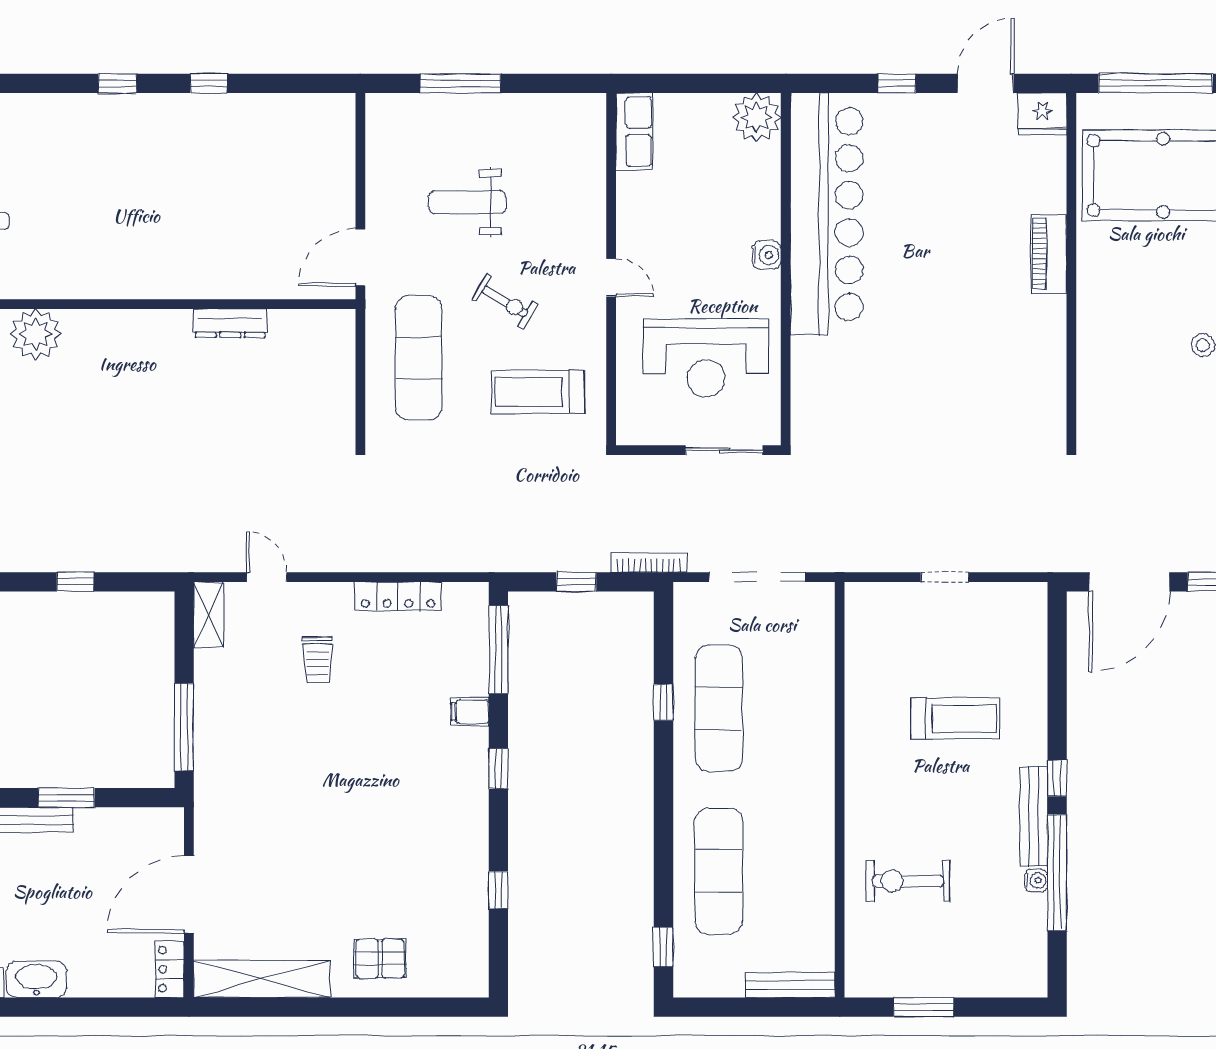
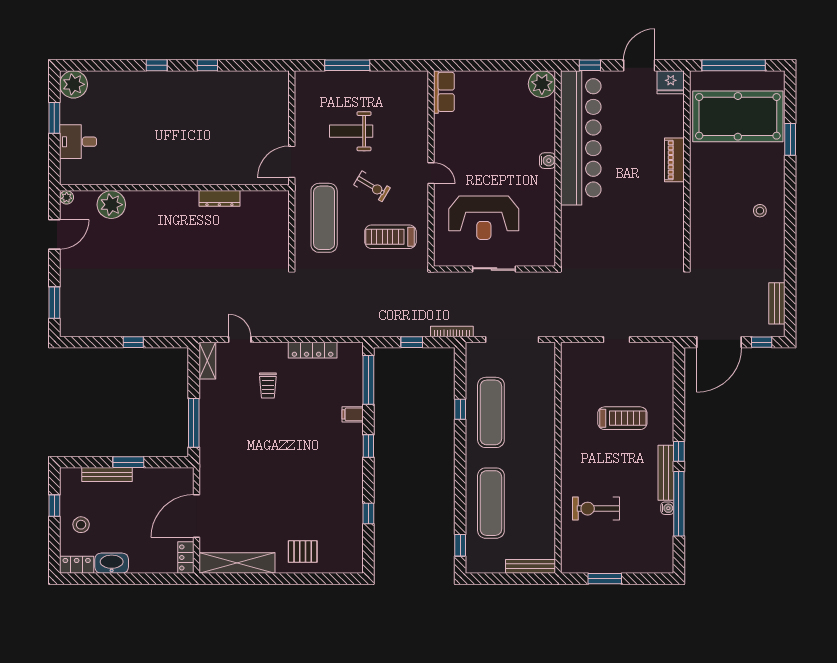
plant: (757, 117) -> (542, 84), moved
bar counter: (827, 214) -> (581, 138), moved
water cooler: (767, 255) -> (548, 161), moved
wall: (786, 269) -> (558, 168), moved

